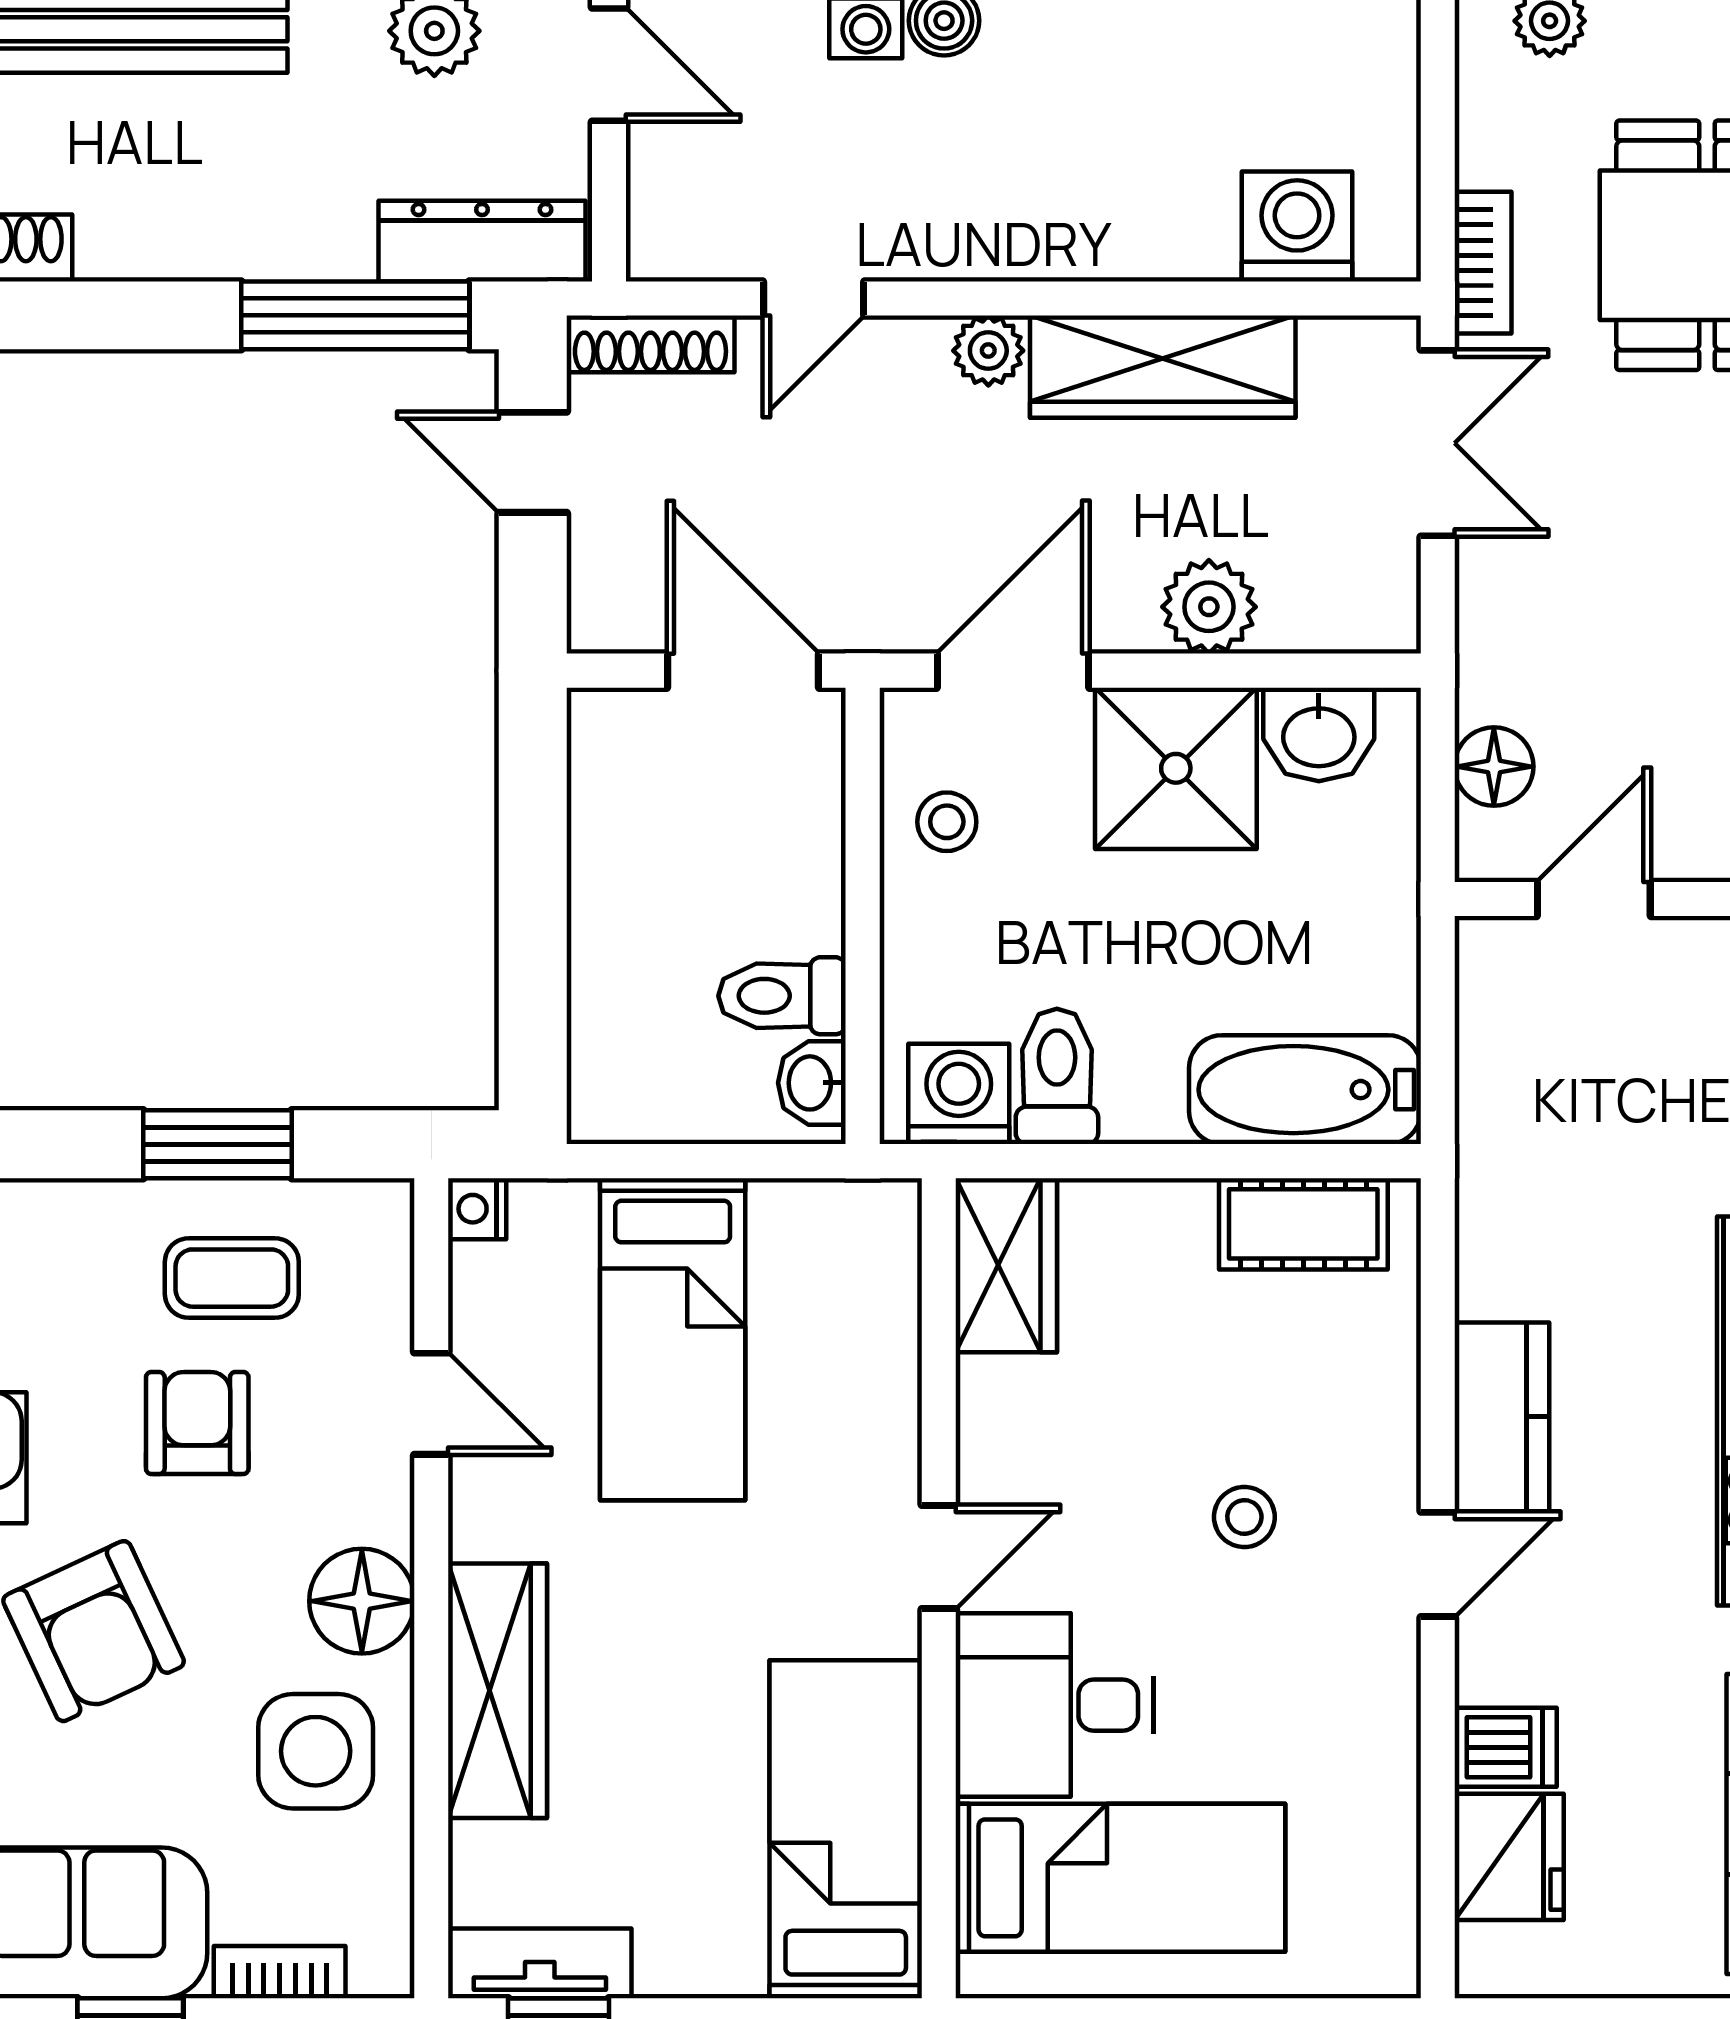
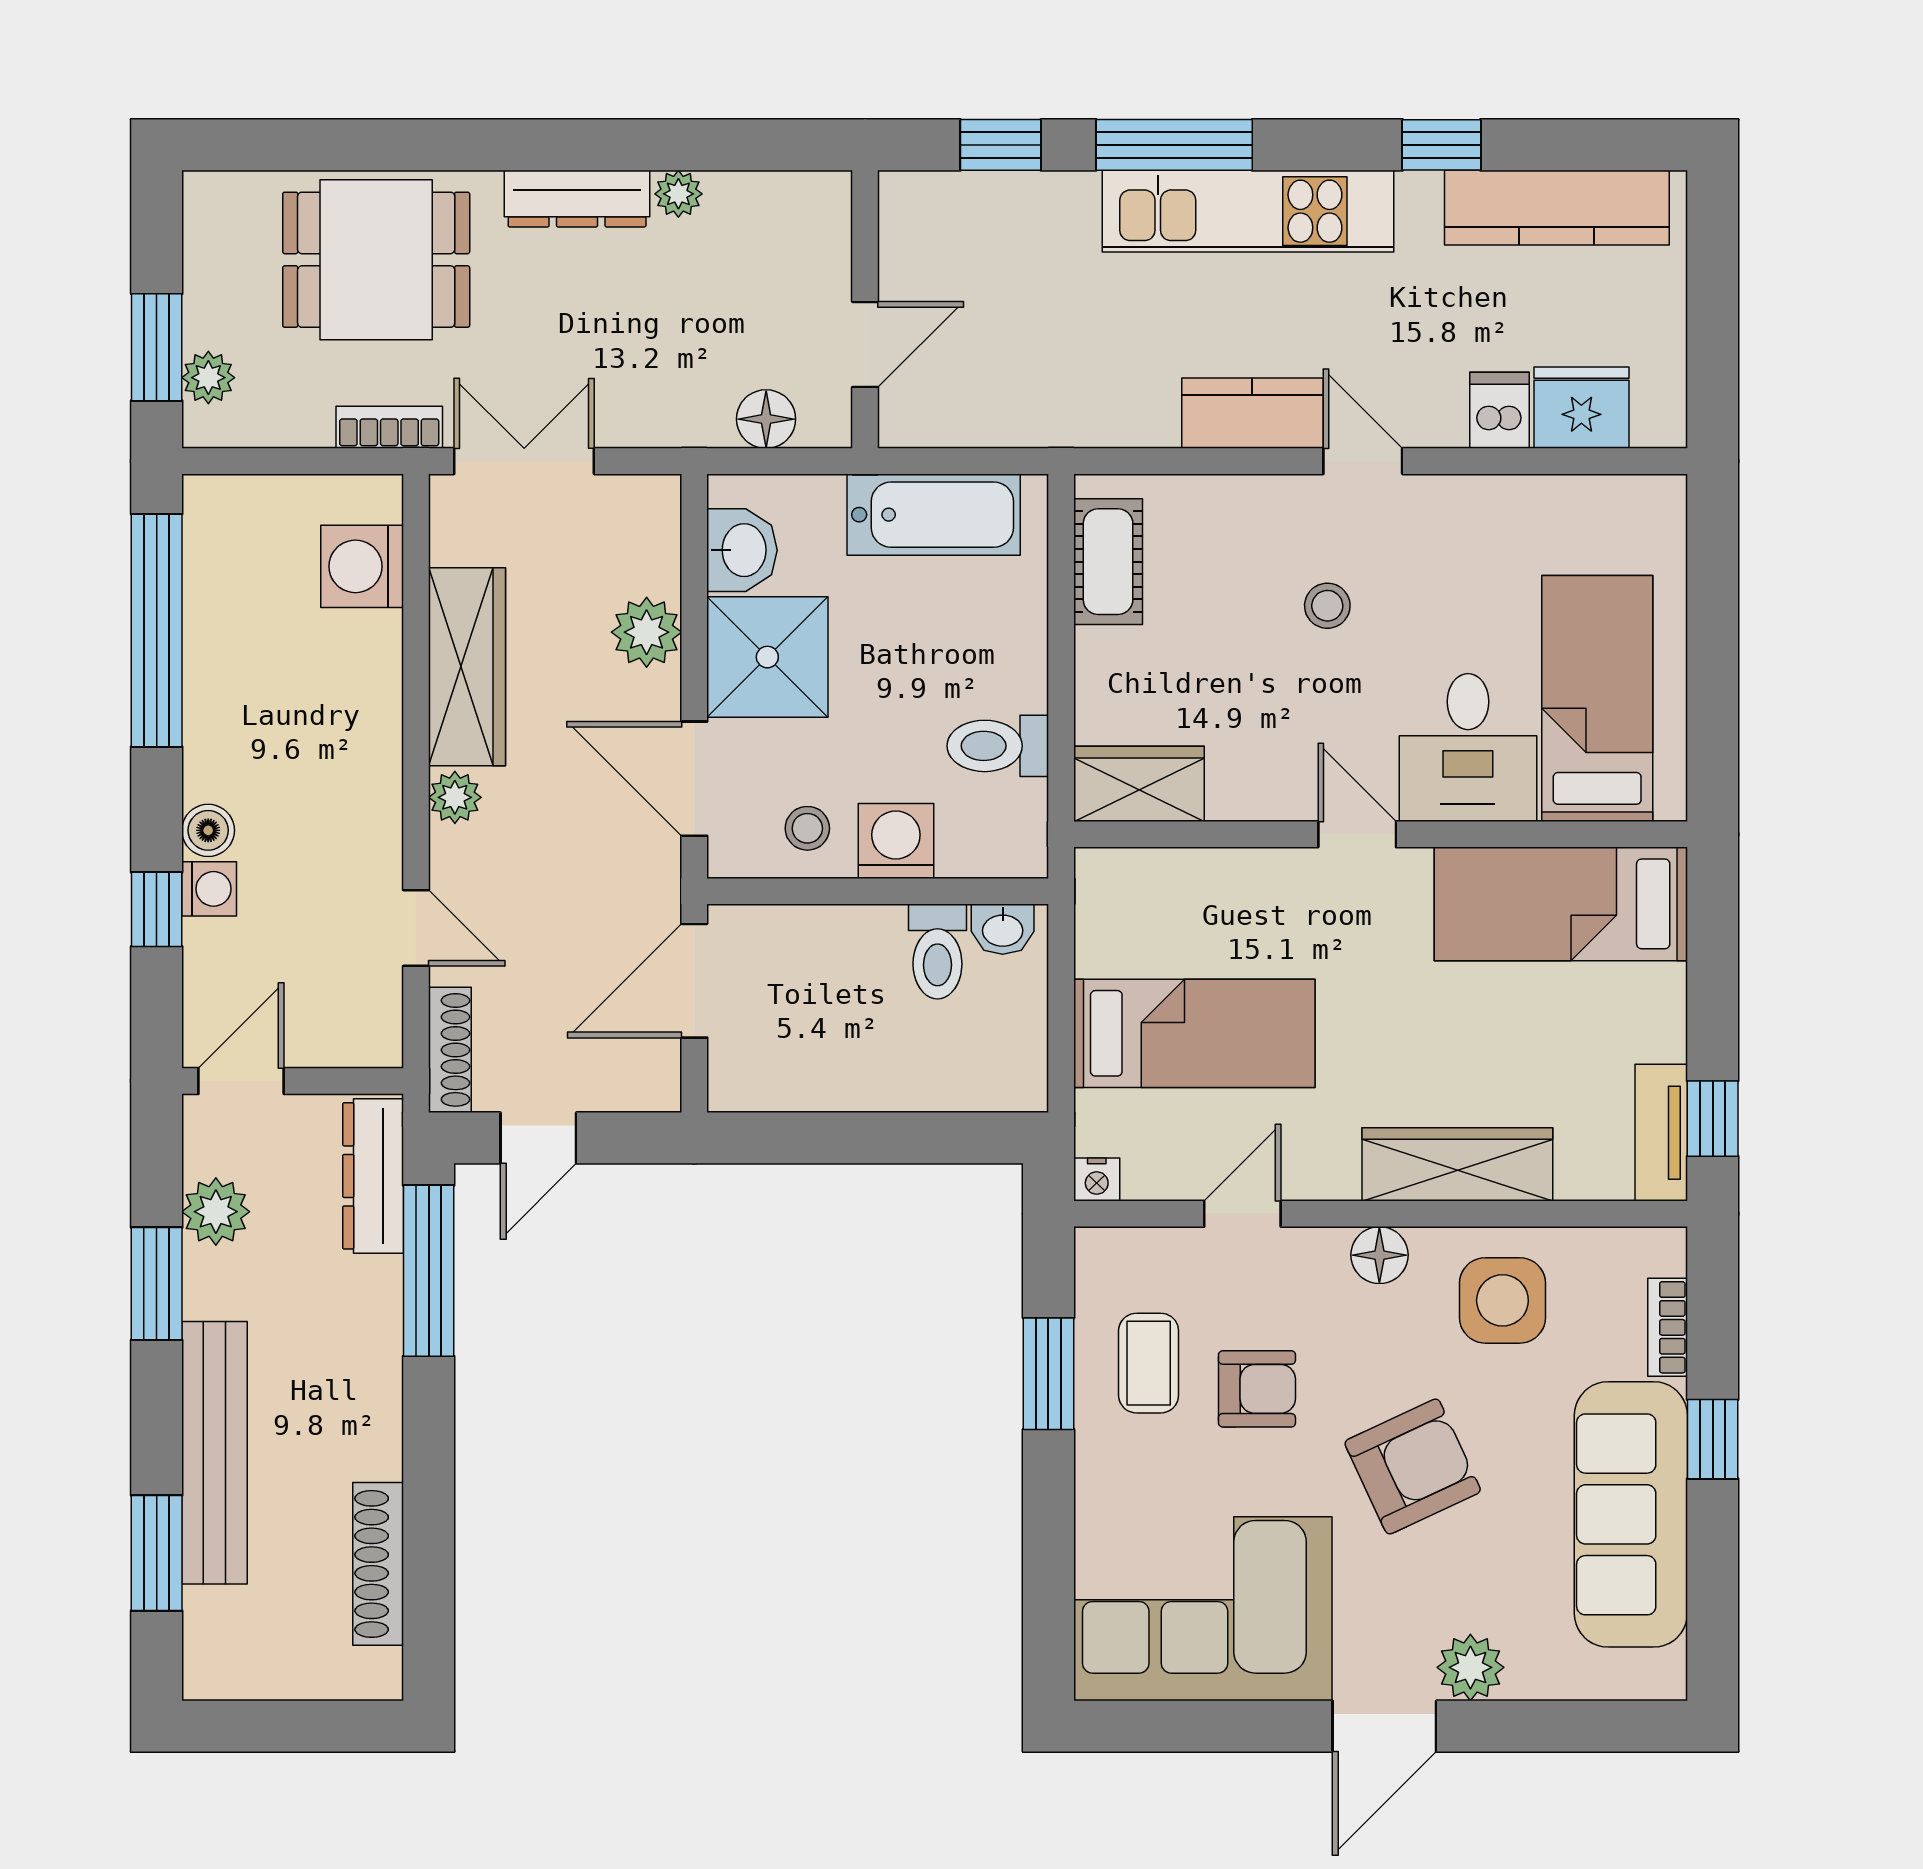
door: (1594, 899) -> (865, 344), swing flipped
bathtub: (1305, 1090) -> (934, 515), moved, turned -90
washing machine: (959, 1094) -> (896, 841), moved, turned 90
armchair: (197, 1423) -> (1257, 1389), turned 180
floor lamp: (362, 1601) -> (1379, 1255), width x0.73, depth x0.73

